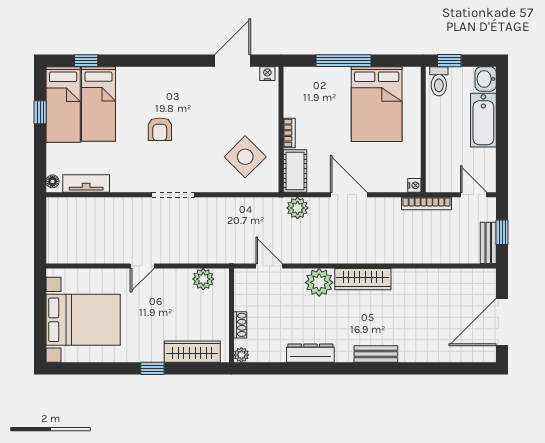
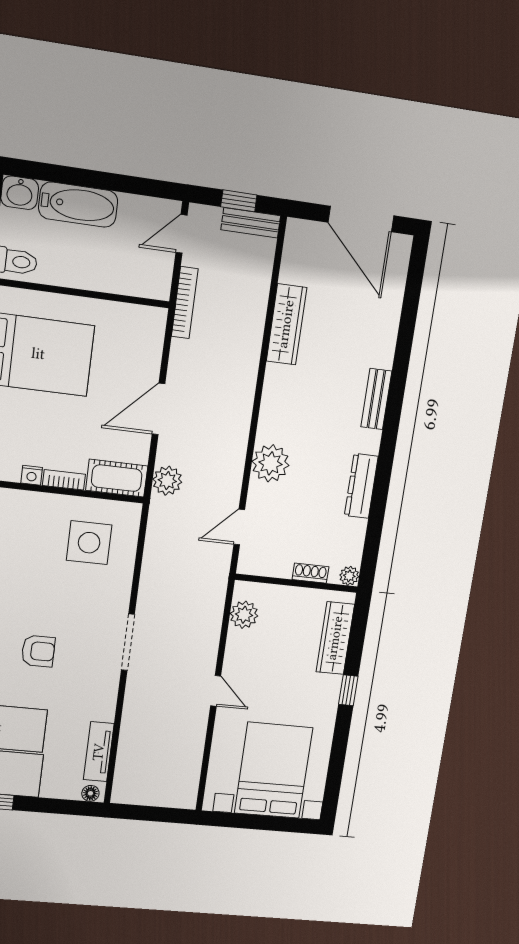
side table: (245, 157) -> (89, 543), turned 45
nightstand: (414, 185) -> (32, 475), moved, turned 180
wardrobe: (363, 279) -> (286, 324), moved

